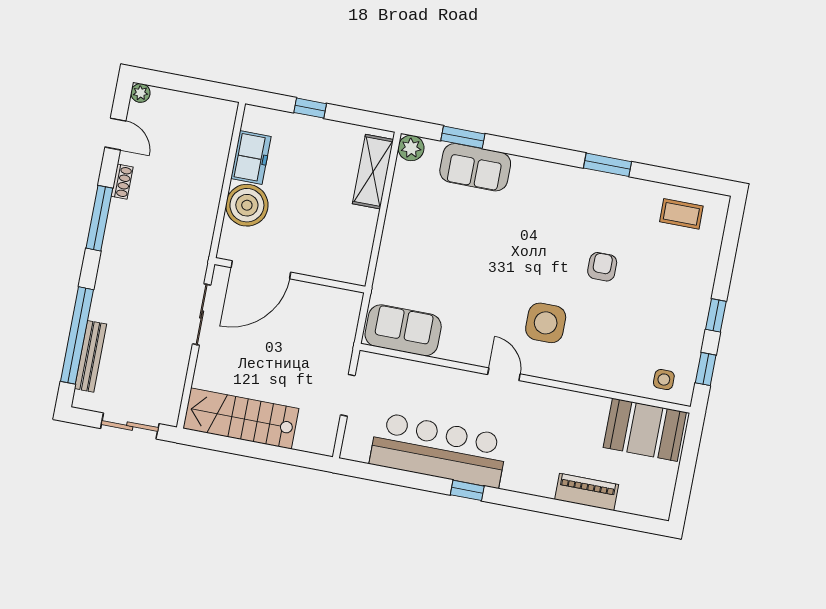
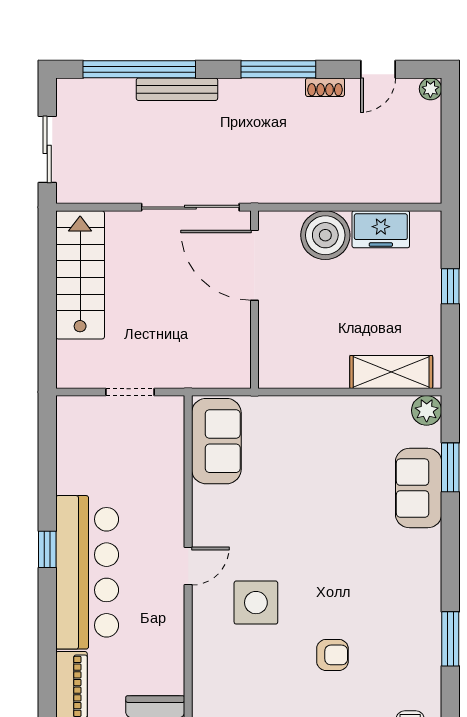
sliding door: (202, 315) -> (190, 207), width x1.37
bench: (90, 356) -> (177, 89), moved
bar counter: (439, 450) -> (87, 572), moved

